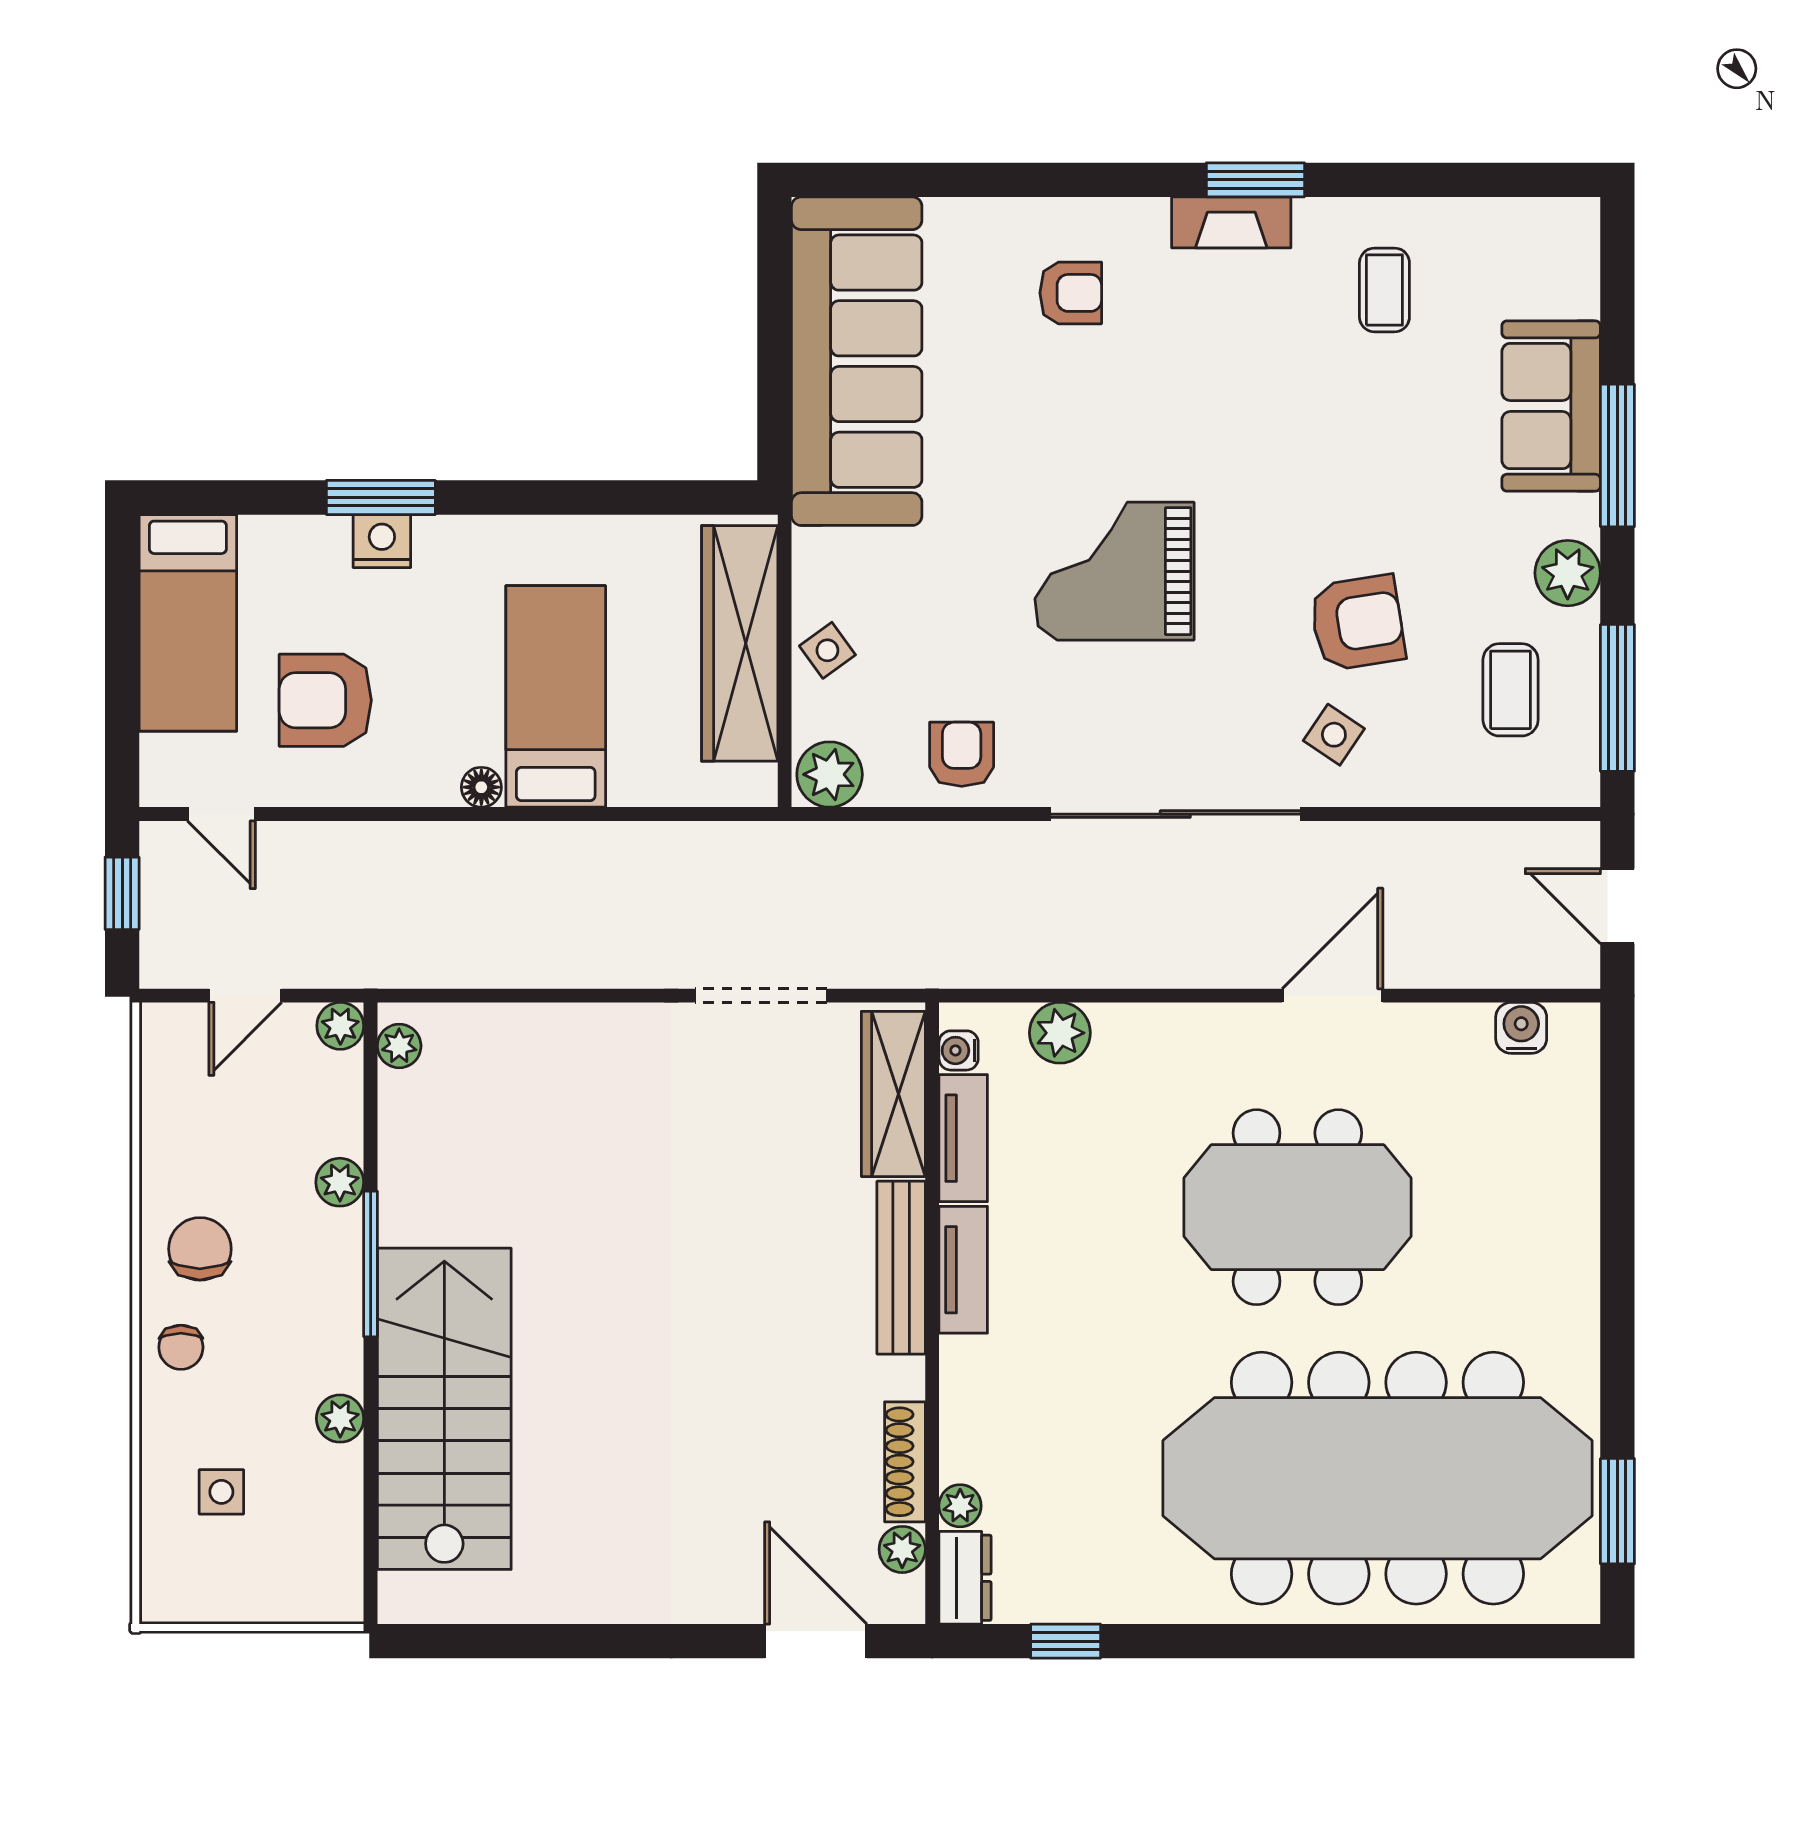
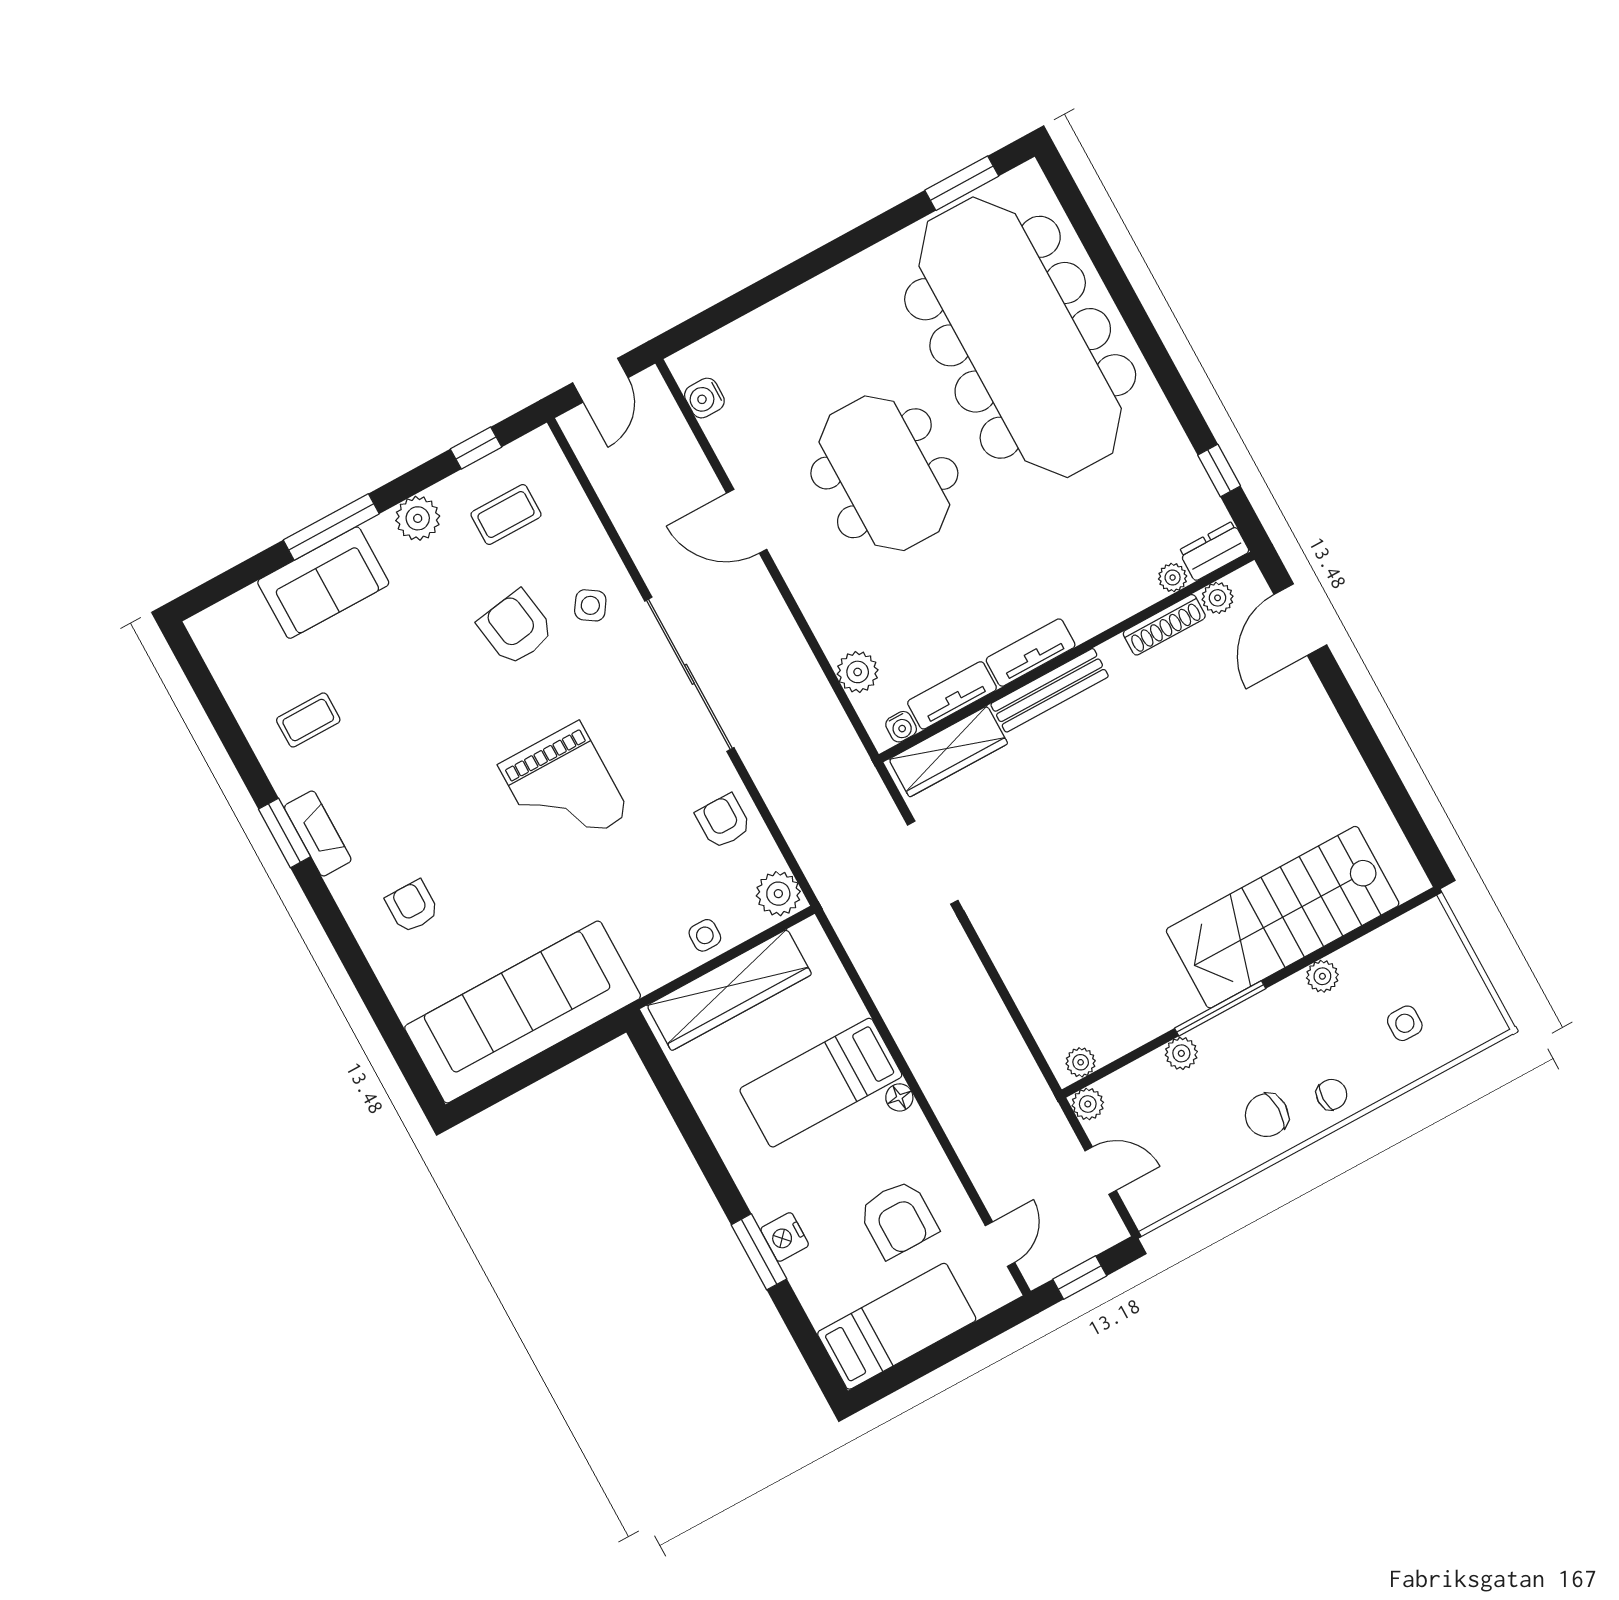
side table: (827, 650) -> (705, 935), turned 36
window: (1617, 698) -> (476, 448), width x0.46
armchair: (962, 754) -> (723, 821), turned 90

